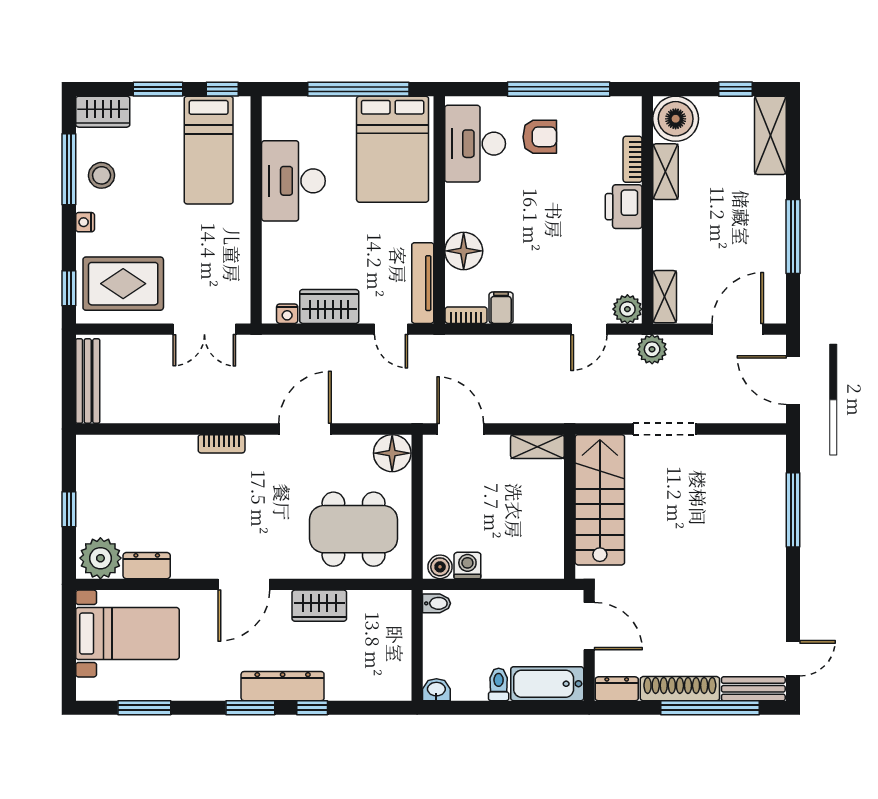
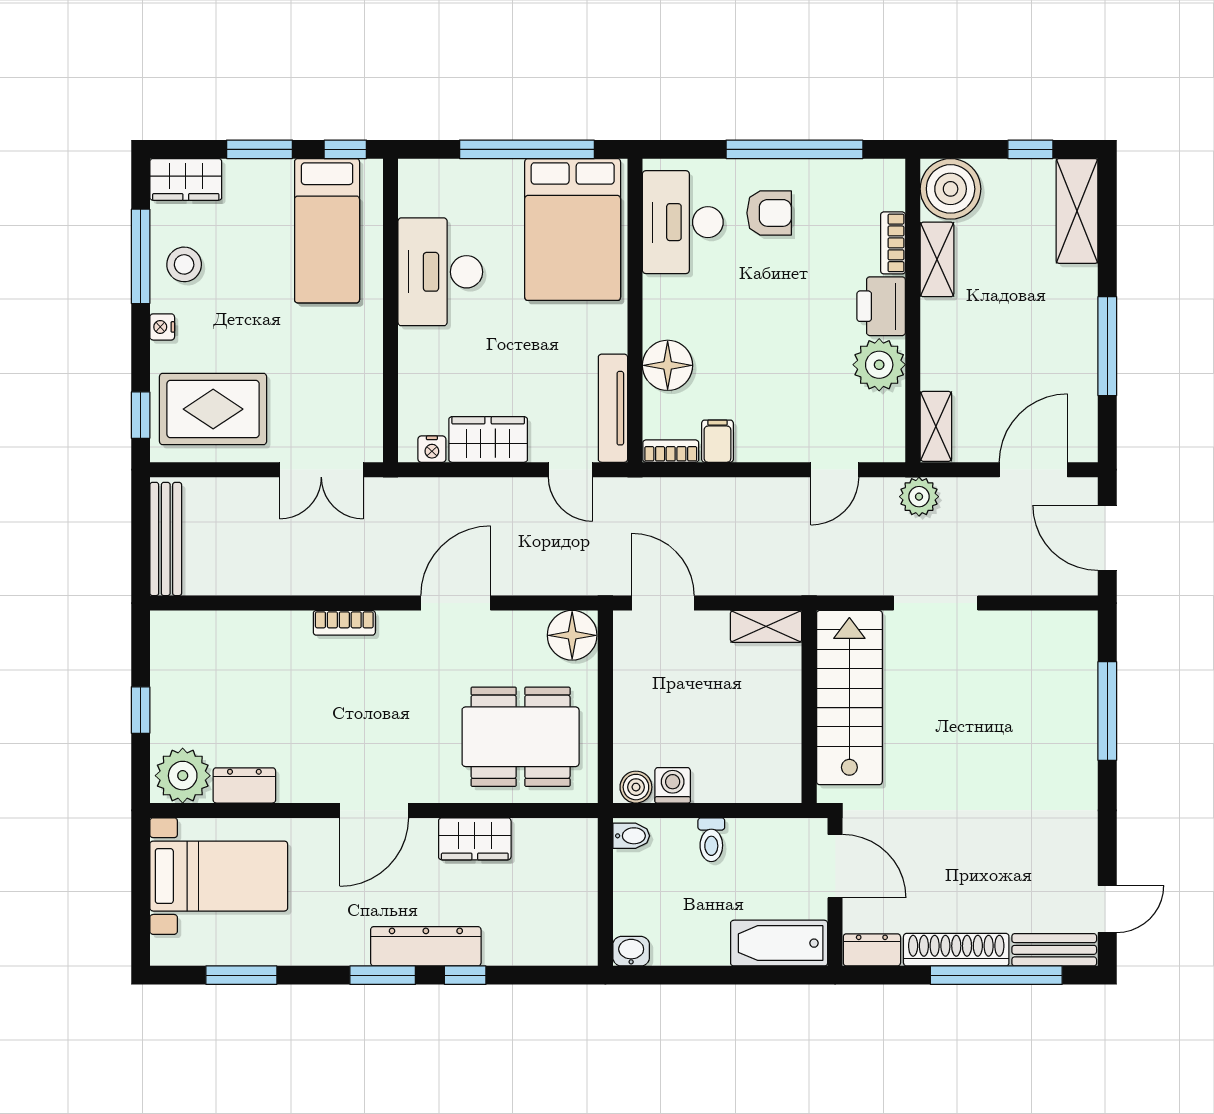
plant: (627, 309) -> (879, 365), moved, width x1.36, depth x1.36
toilet: (499, 684) -> (711, 840), moved, turned 180

